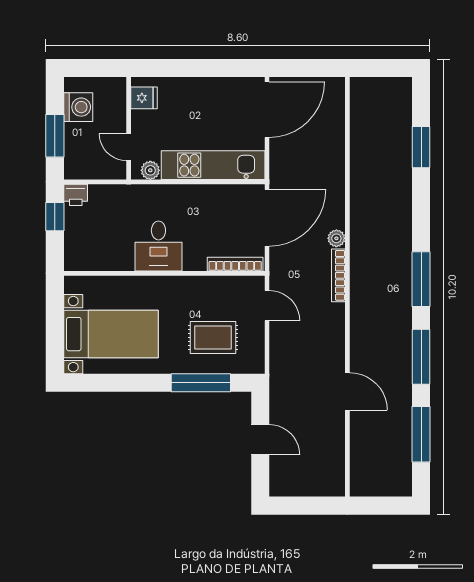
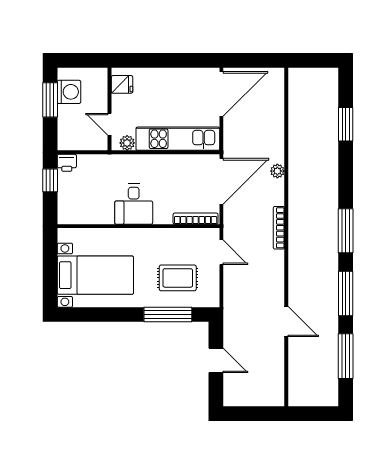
window: (55, 136) -> (50, 100), moved
plant: (336, 238) -> (277, 171), moved

